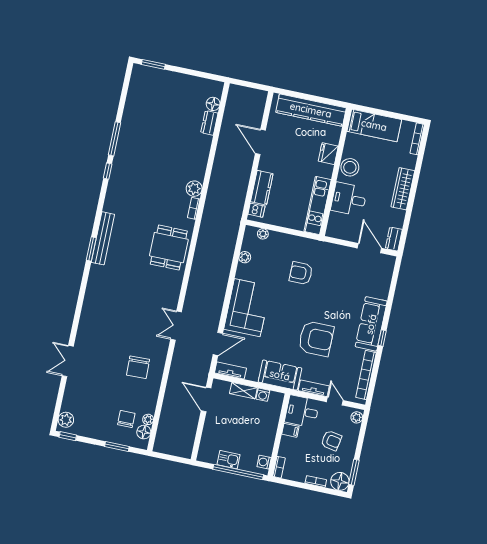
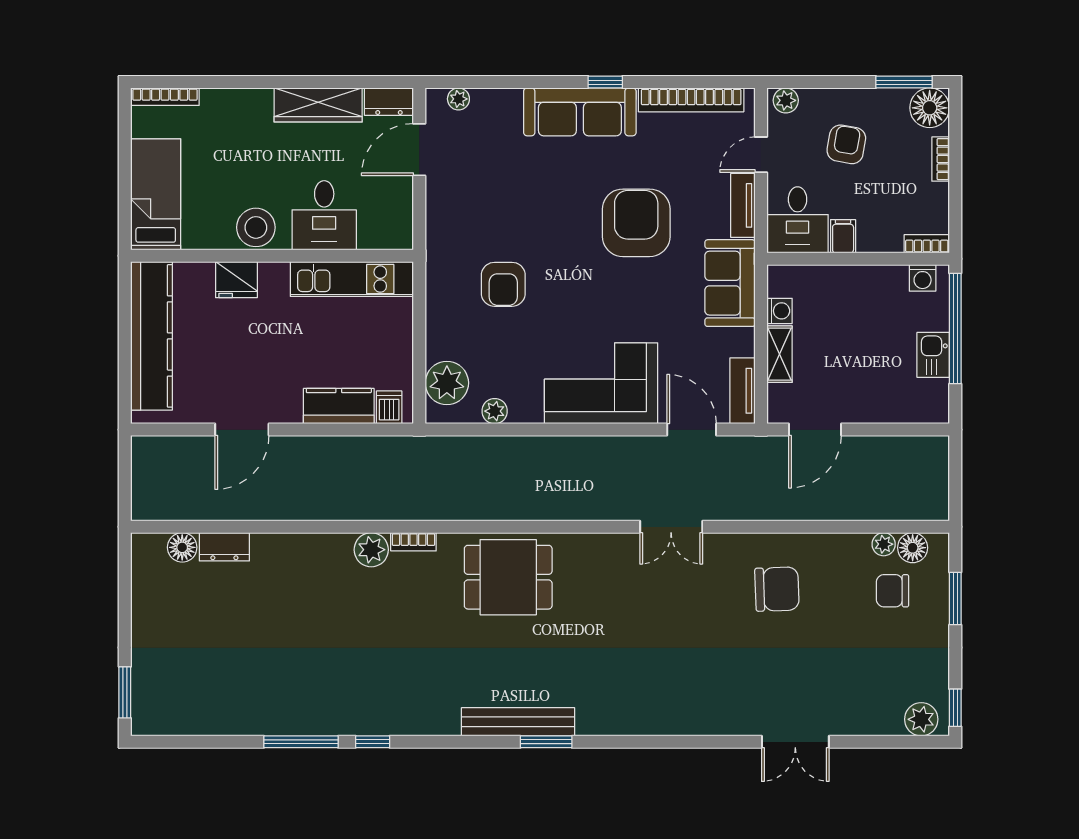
wardrobe: (403, 189) -> (318, 105), moved
plant: (263, 234) -> (447, 383), width x1.88, depth x1.88
plant: (388, 271) -> (458, 99), added

